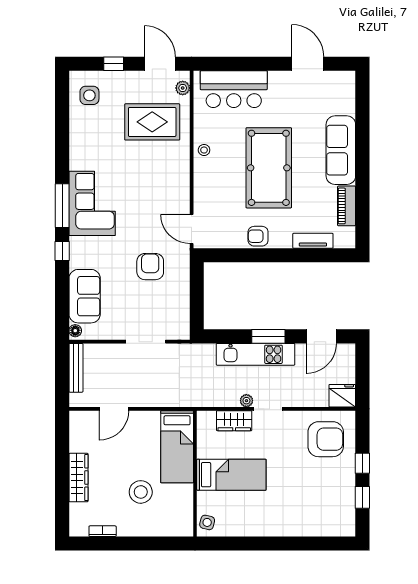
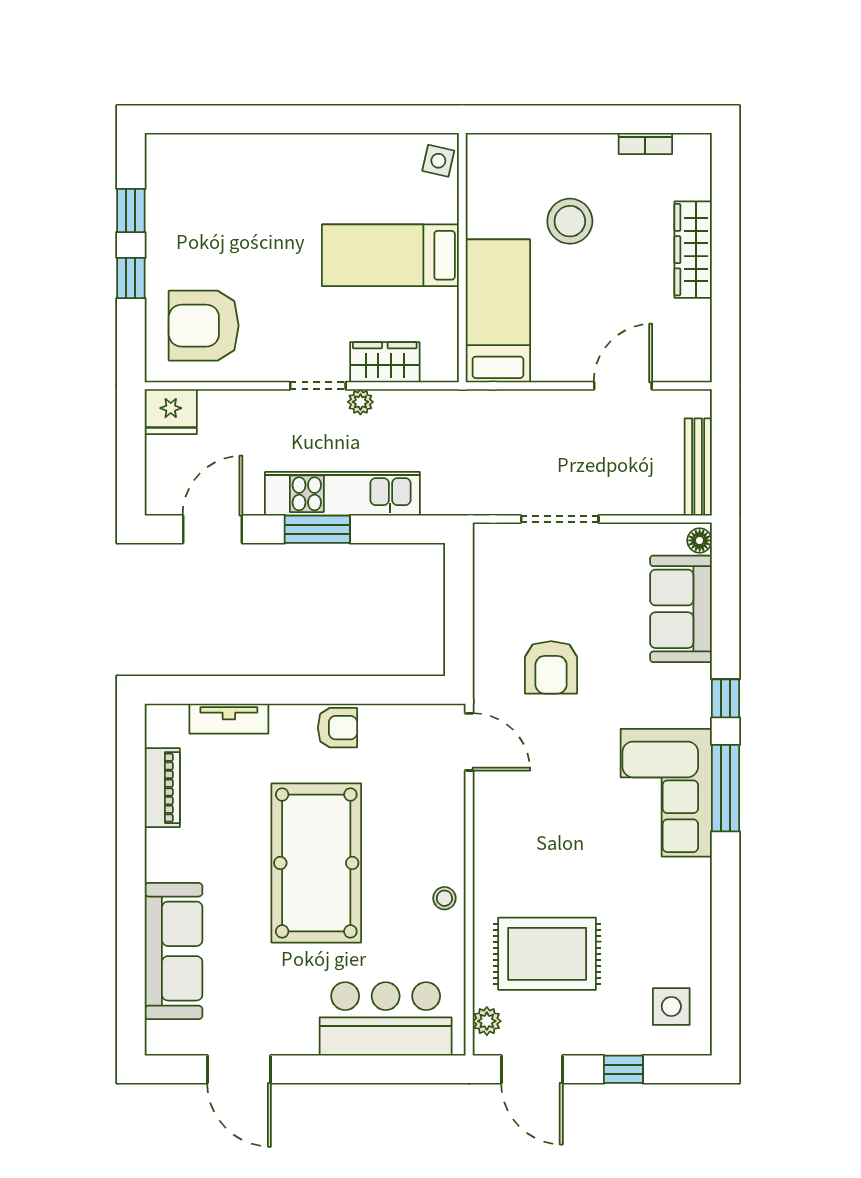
sofa: (341, 150) -> (173, 951), moved

